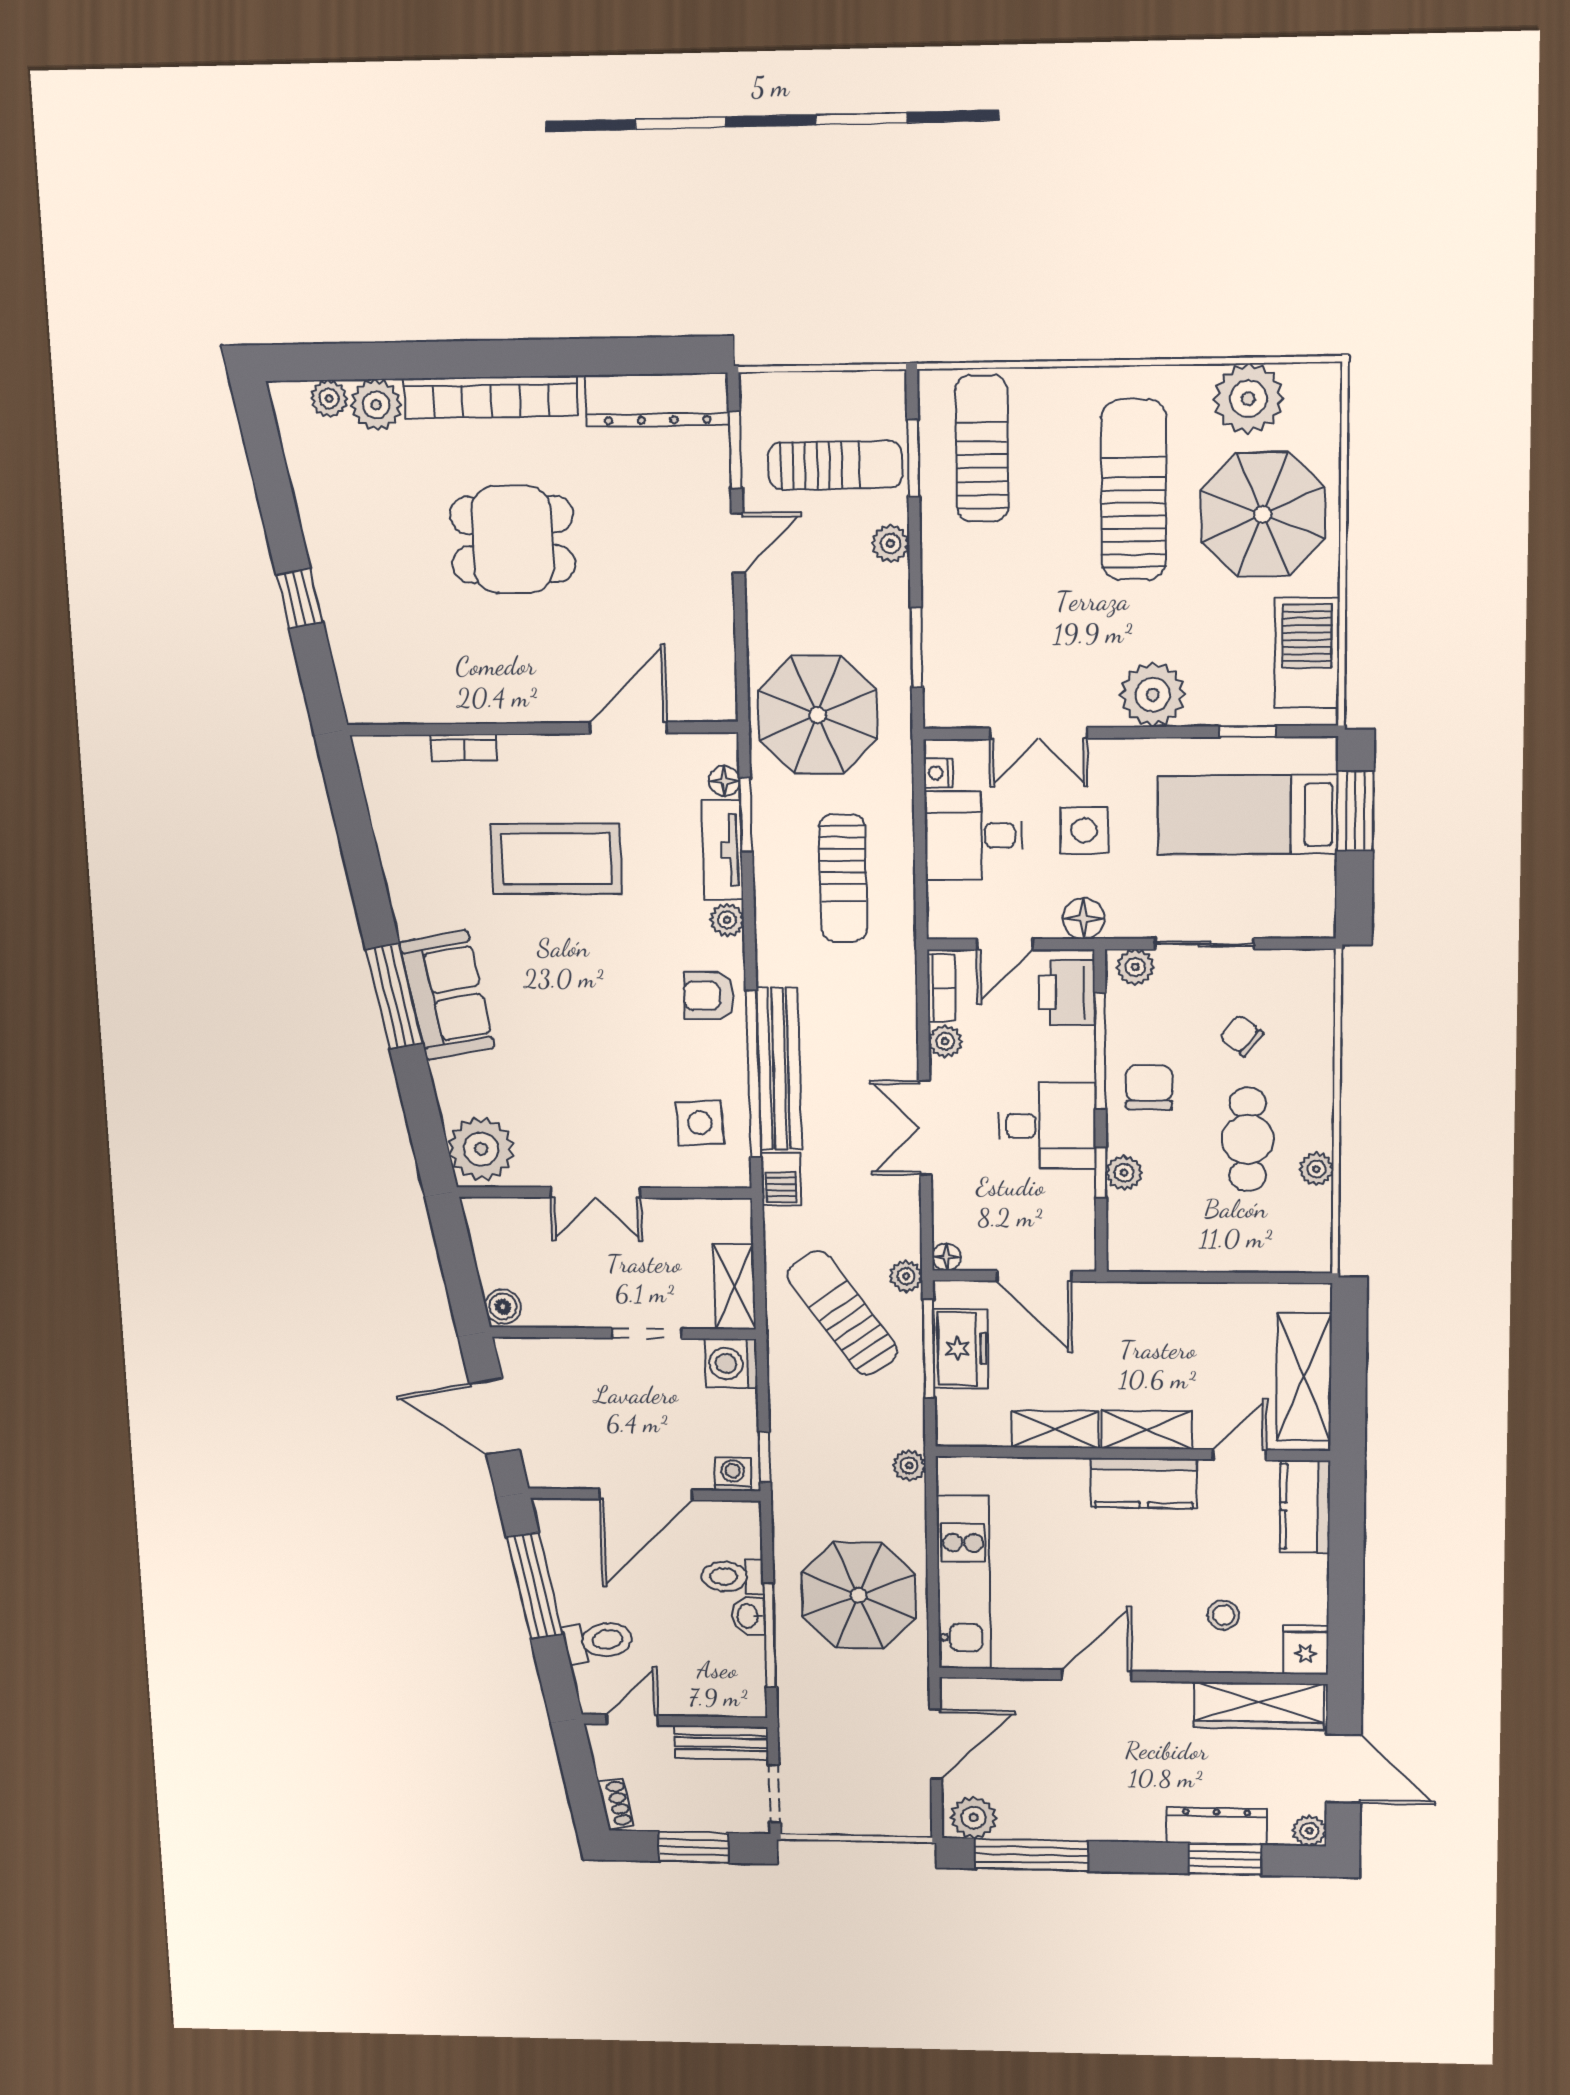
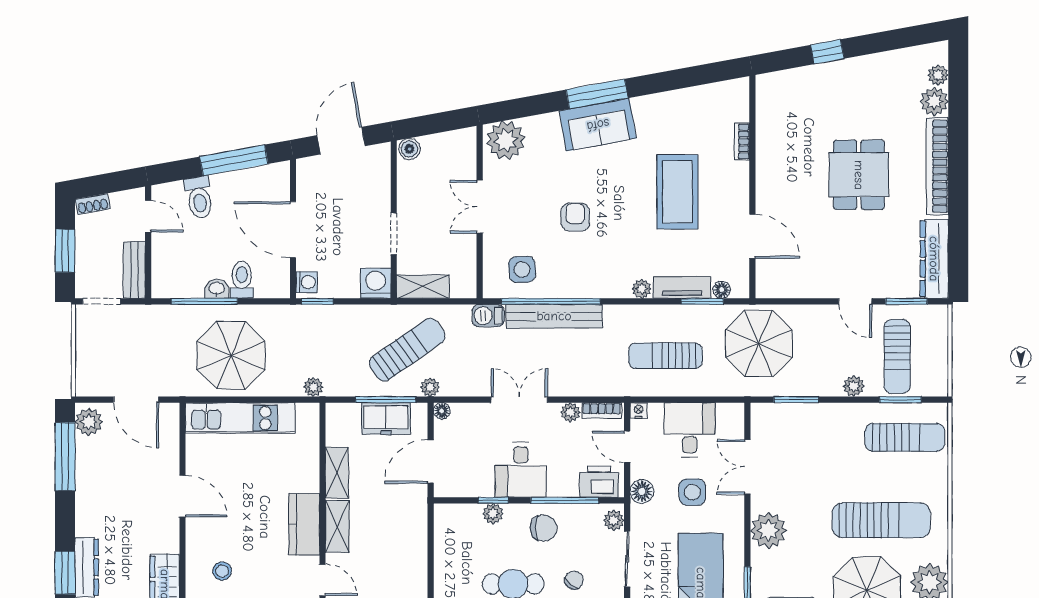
nightstand: (938, 773) -> (638, 411), moved
armchair: (709, 996) -> (575, 217), moved

